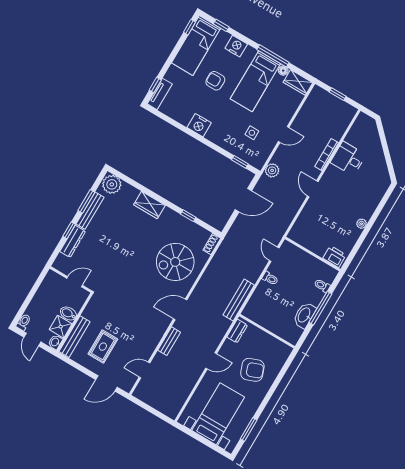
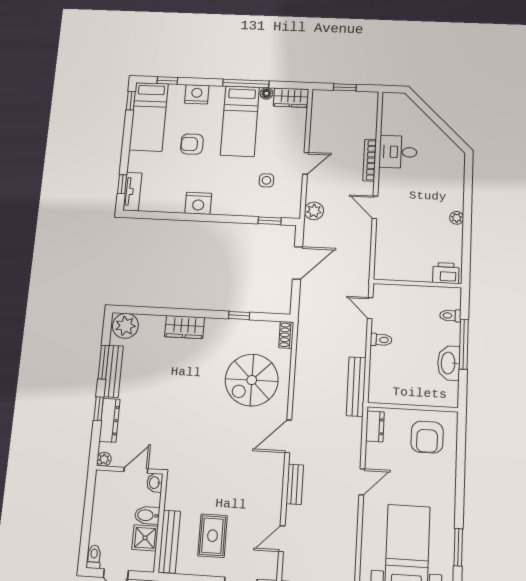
plant: (58, 265) -> (104, 459), added
washbasin: (55, 342) -> (155, 483), moved
armchair: (252, 370) -> (427, 437), moved, turned 110

